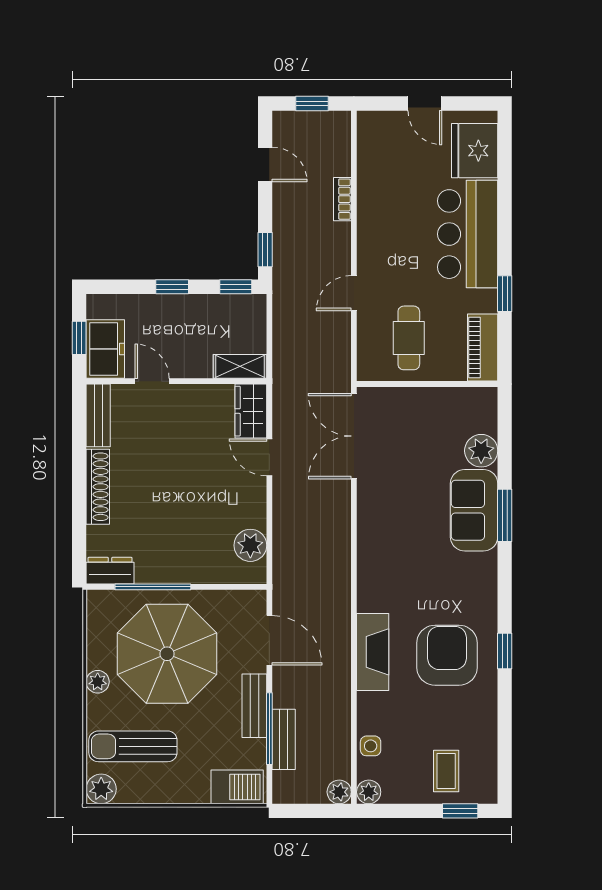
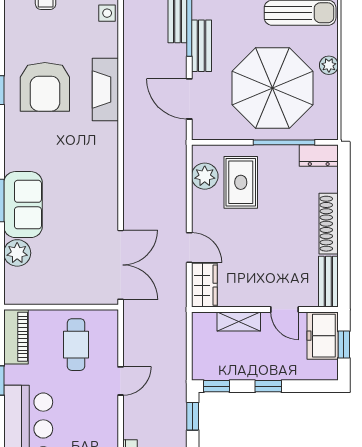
shelving: (240, 366) -> (239, 321), moved
rug: (206, 538) -> (241, 182), added

